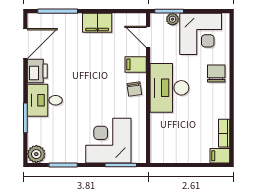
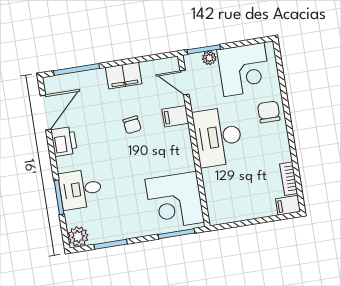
chair: (134, 89) -> (132, 125), moved
desk: (45, 100) -> (80, 189), moved
corner desk: (108, 141) -> (175, 201), moved, turned -90

